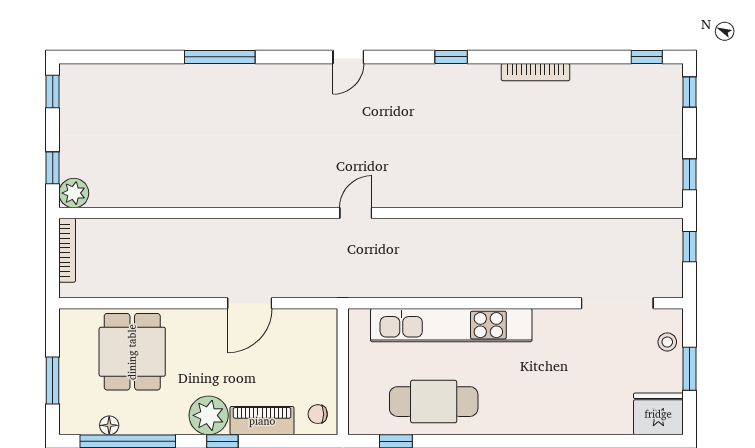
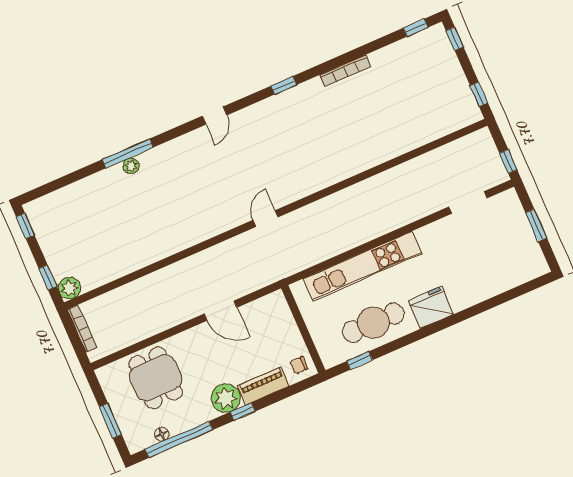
plant: (217, 74) -> (131, 166), added
window: (690, 247) -> (508, 161), moved
door: (250, 303) -> (221, 311), hinge flipped
doorway: (617, 303) -> (468, 202), width x0.73
stool: (667, 342) -> (513, 214), removed
fridge: (658, 414) -> (431, 307), moved

